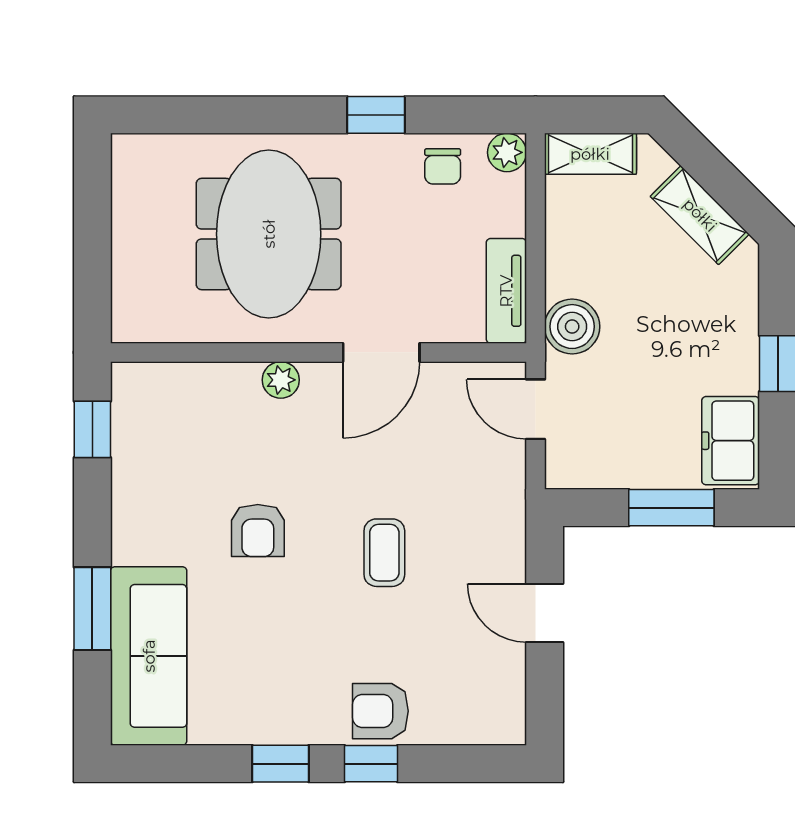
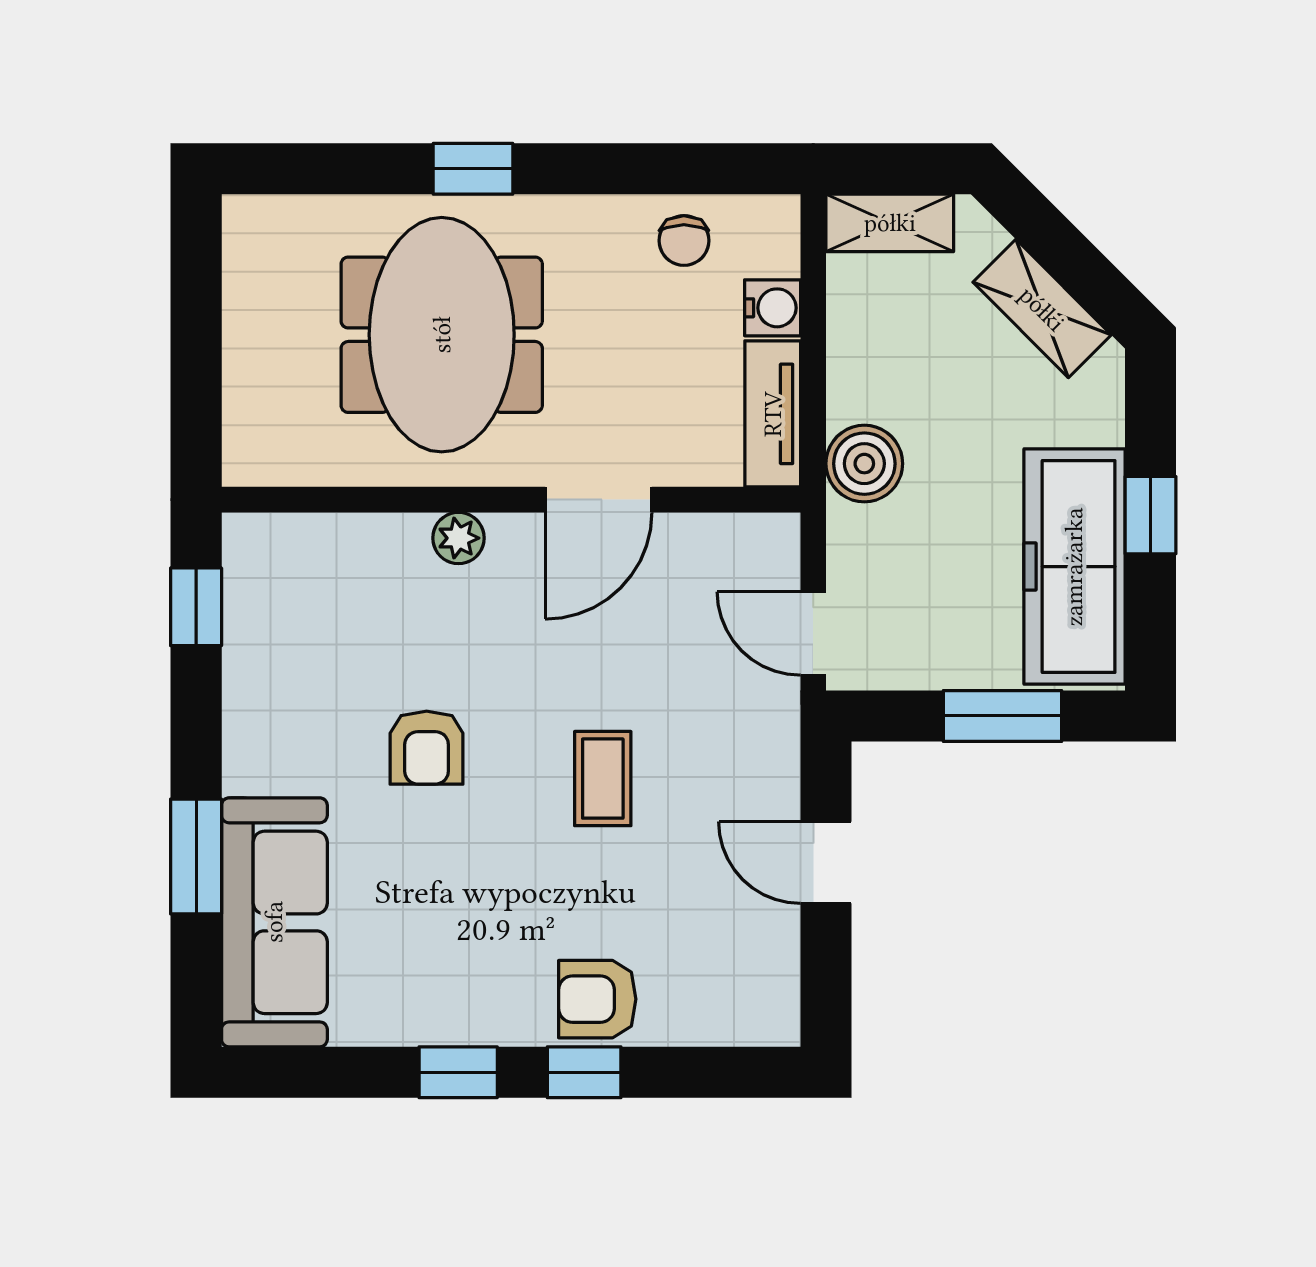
window: (376, 115) -> (473, 169), moved
plant: (507, 152) -> (774, 221), removed
water cooler: (506, 215) -> (773, 308), added
door: (535, 409) -> (813, 634), moved
freezer: (731, 441) -> (1074, 567), width x1.91, depth x1.26

